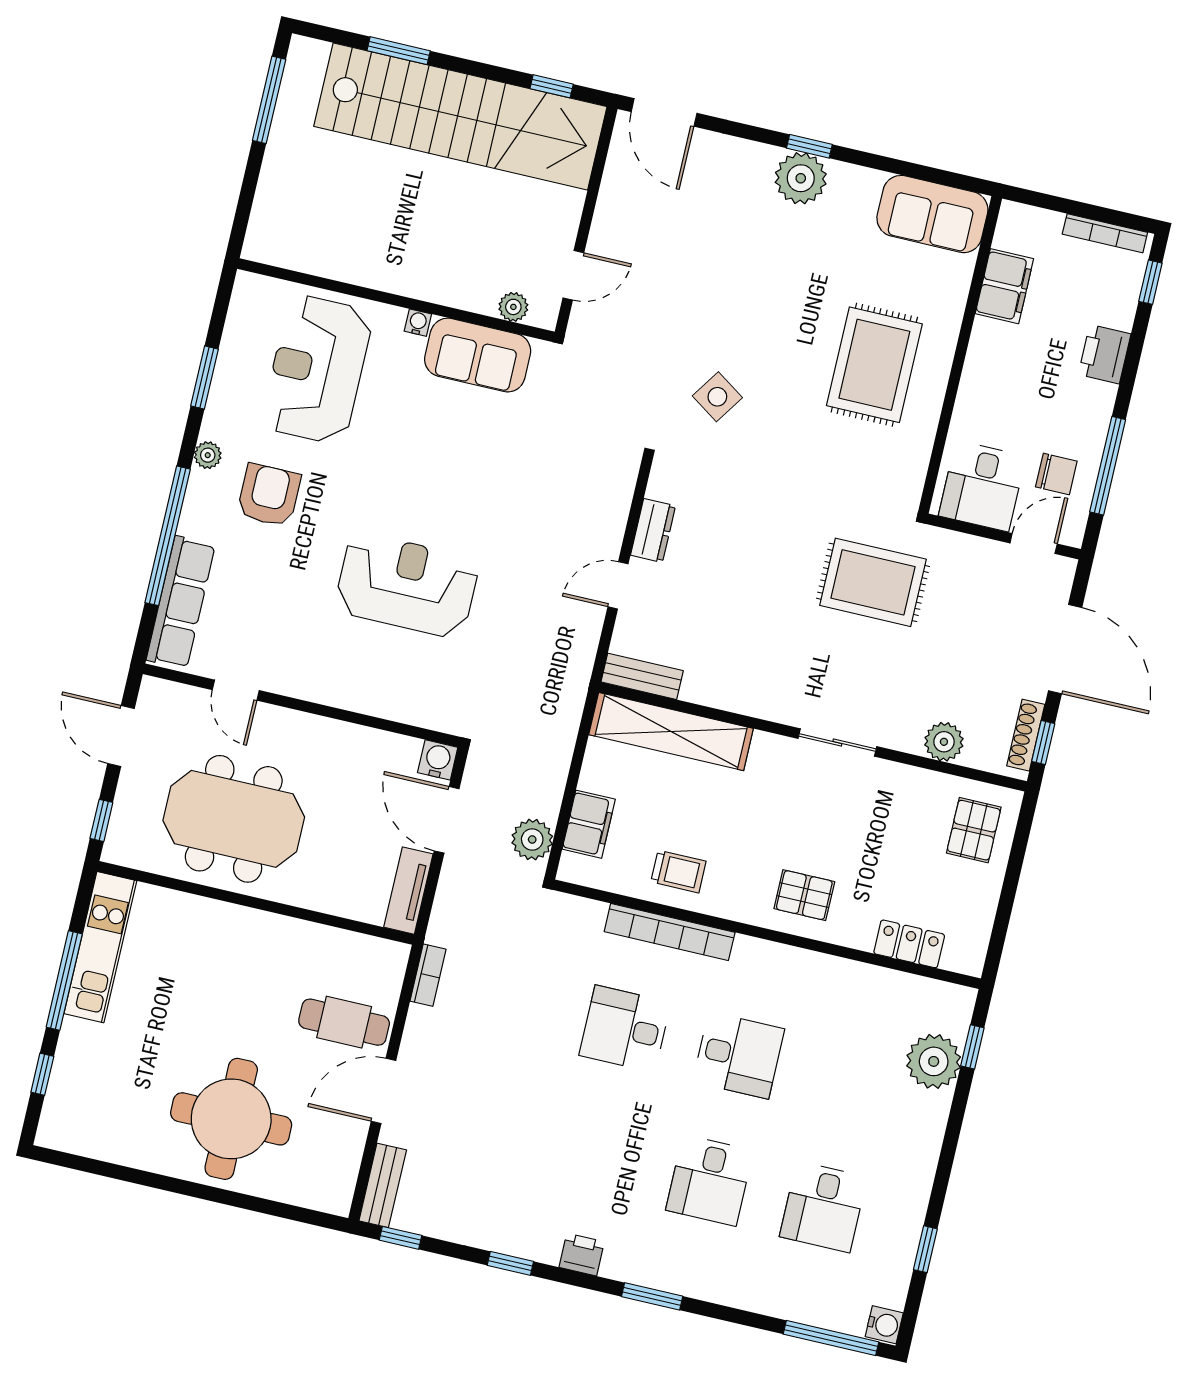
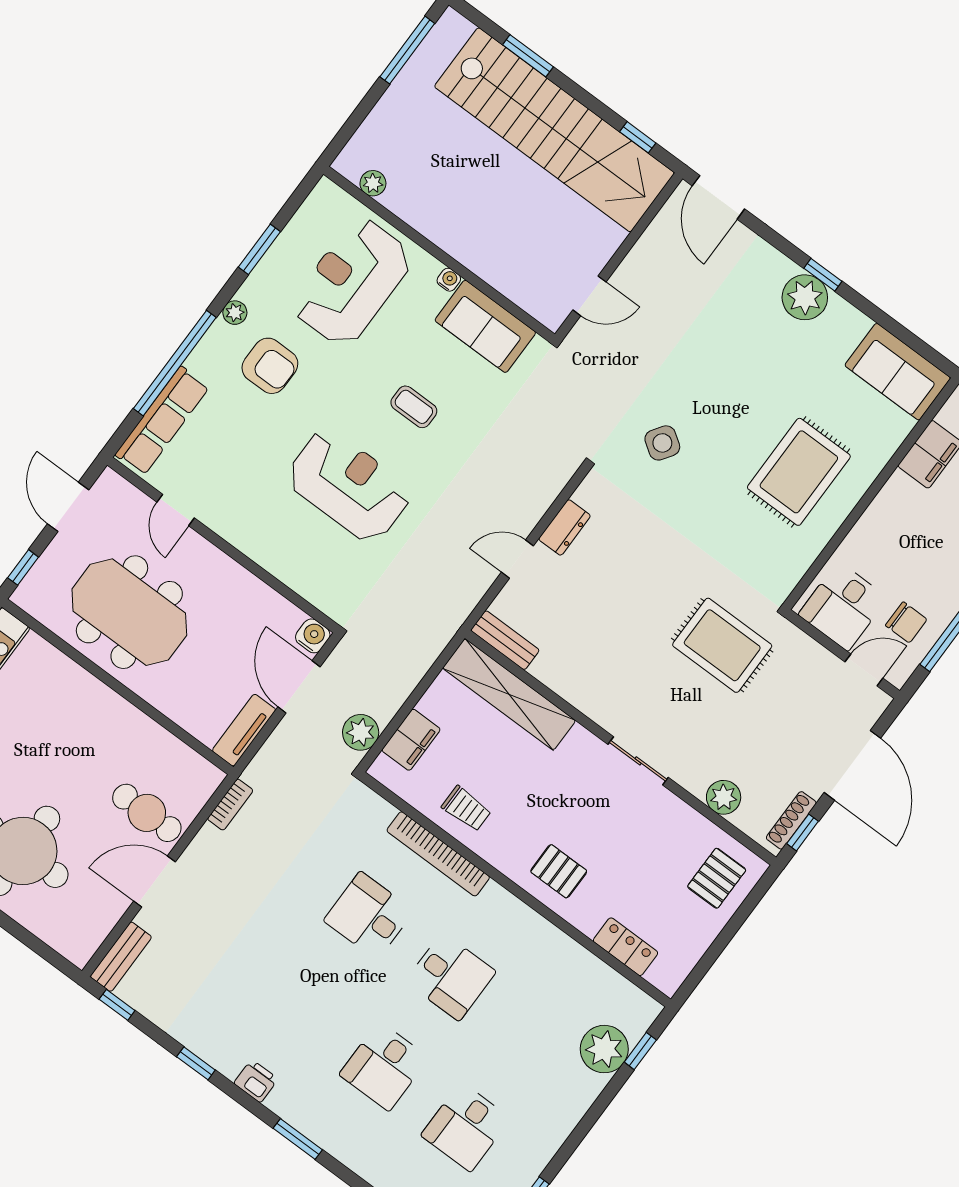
plant: (513, 307) -> (373, 183), moved
coffee table: (439, 472) -> (414, 407), added
armchair: (269, 495) -> (270, 366), turned 90

